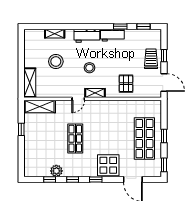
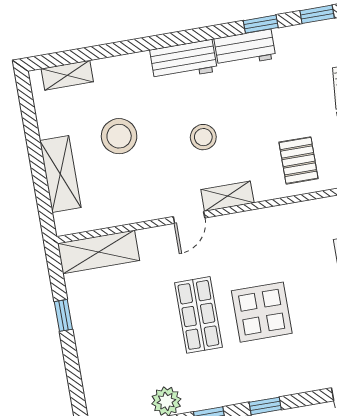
shelving: (55, 34) -> (67, 75), moved
shelving: (30, 83) -> (60, 174), moved
display table: (108, 165) -> (262, 312), moved

